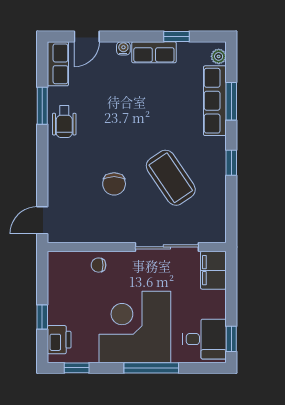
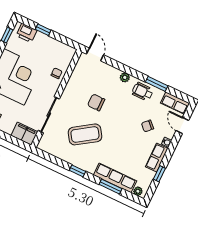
chair: (113, 89) -> (148, 126), added
plant: (55, 159) -> (125, 77), added

